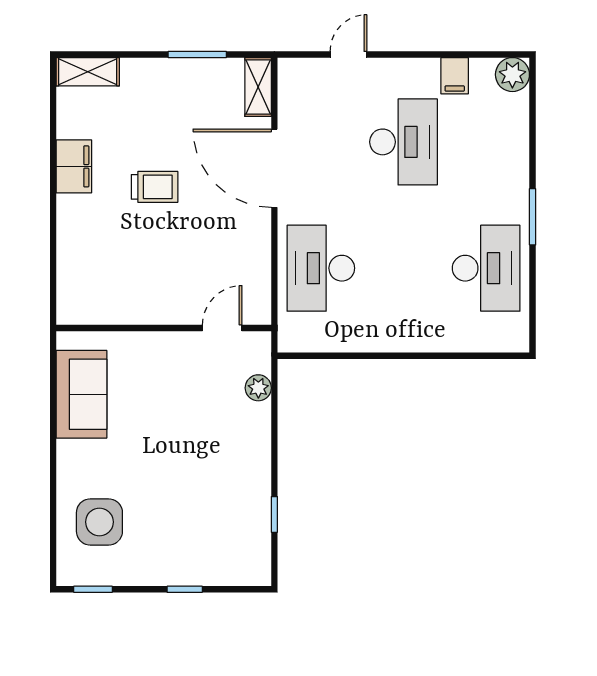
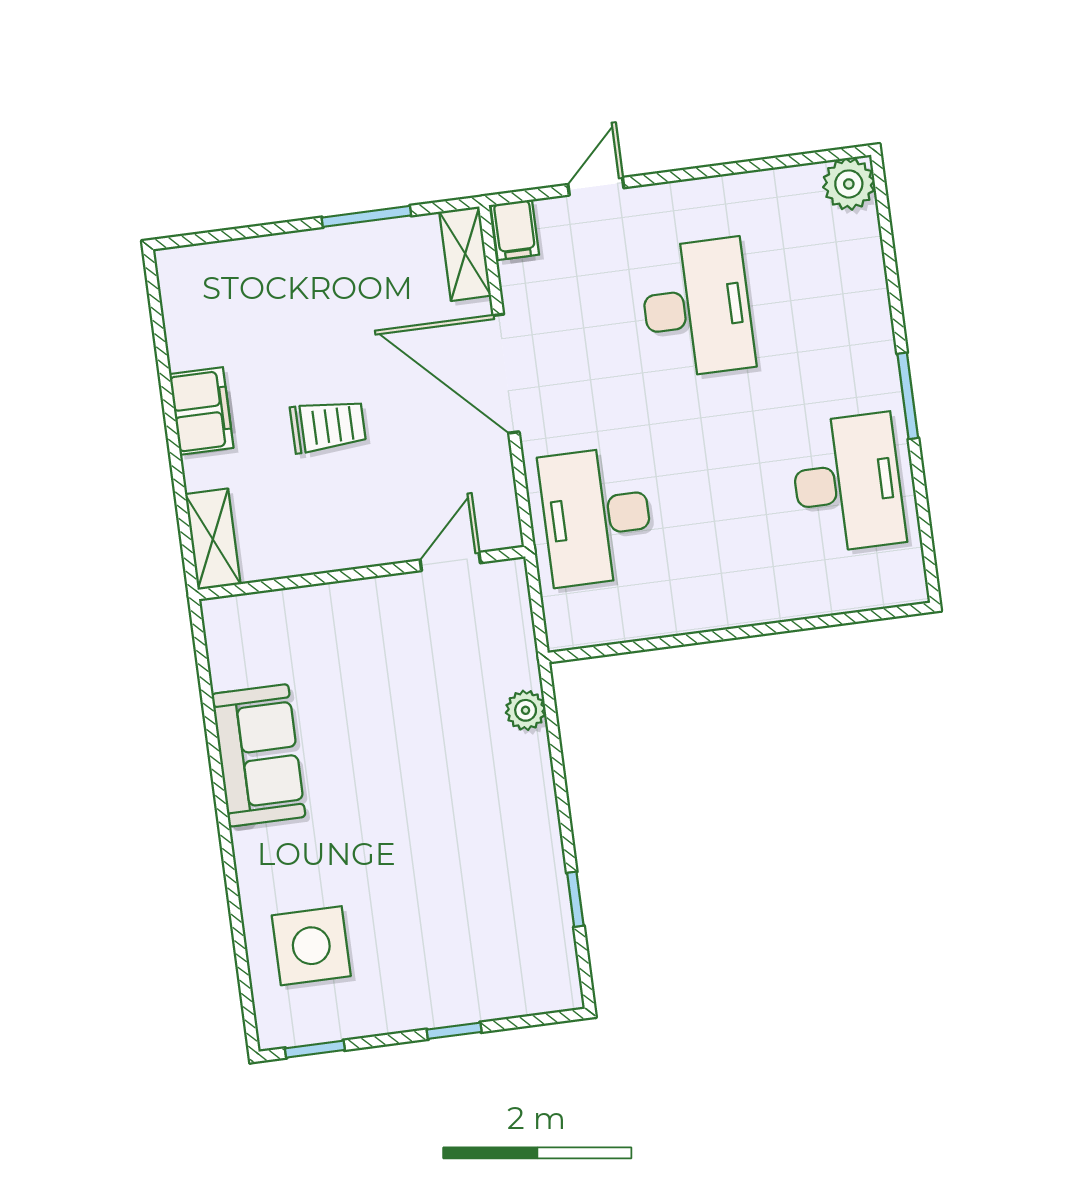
shelving: (88, 72) -> (213, 539), moved, turned 90
filing cabinet: (455, 76) -> (515, 230), moved
wall: (164, 328) -> (361, 573), moved
door: (222, 328) -> (450, 561), moved

